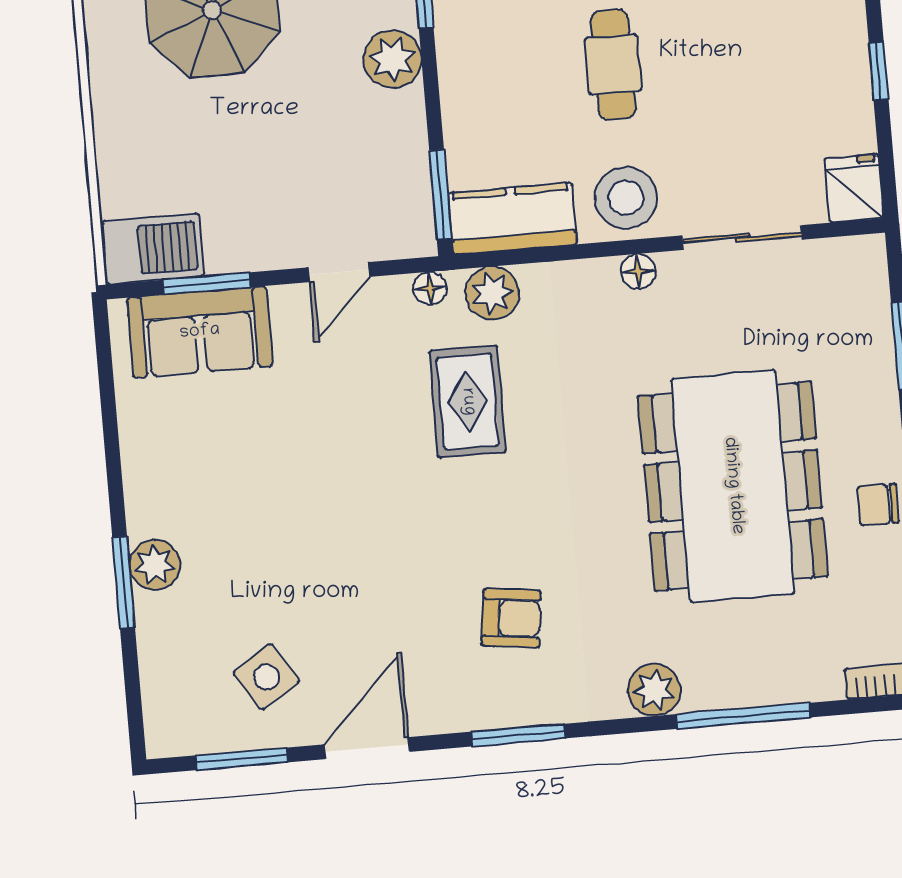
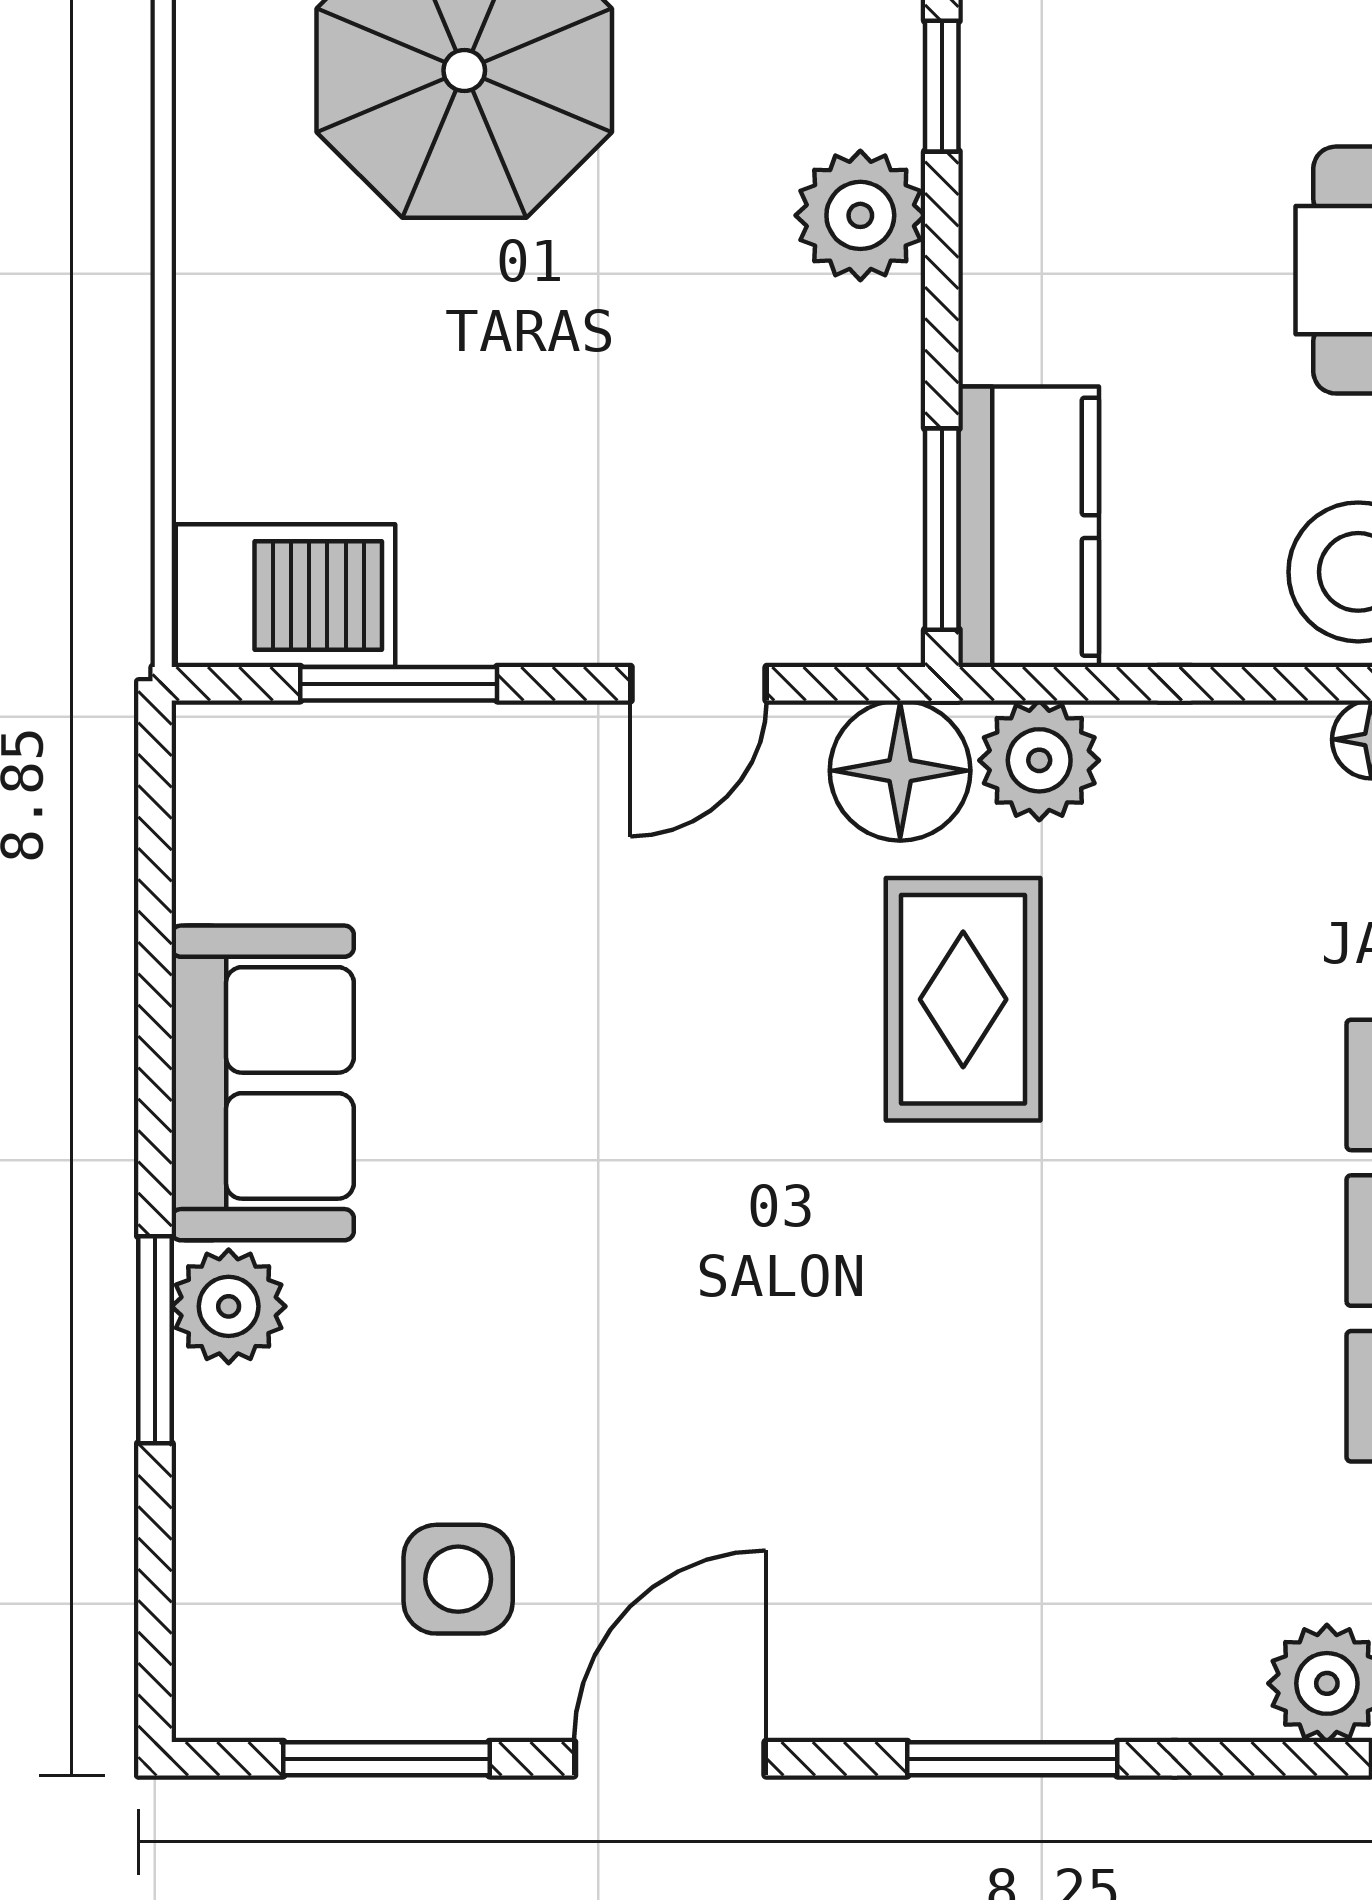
kitchen counter: (512, 219) -> (1029, 527), moved, turned 90
floor lamp: (430, 288) -> (900, 771), width x1.89, depth x1.89
sofa: (200, 332) -> (263, 1083), moved, turned -90
armchair: (511, 618) -> (1020, 1495), removed
side table: (267, 677) -> (458, 1579), turned 33

